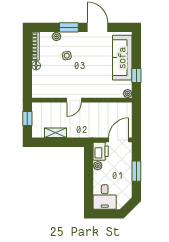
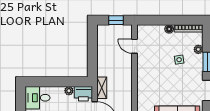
door: (74, 100) -> (134, 46), moved
shelving: (55, 133) -> (102, 88), moved

